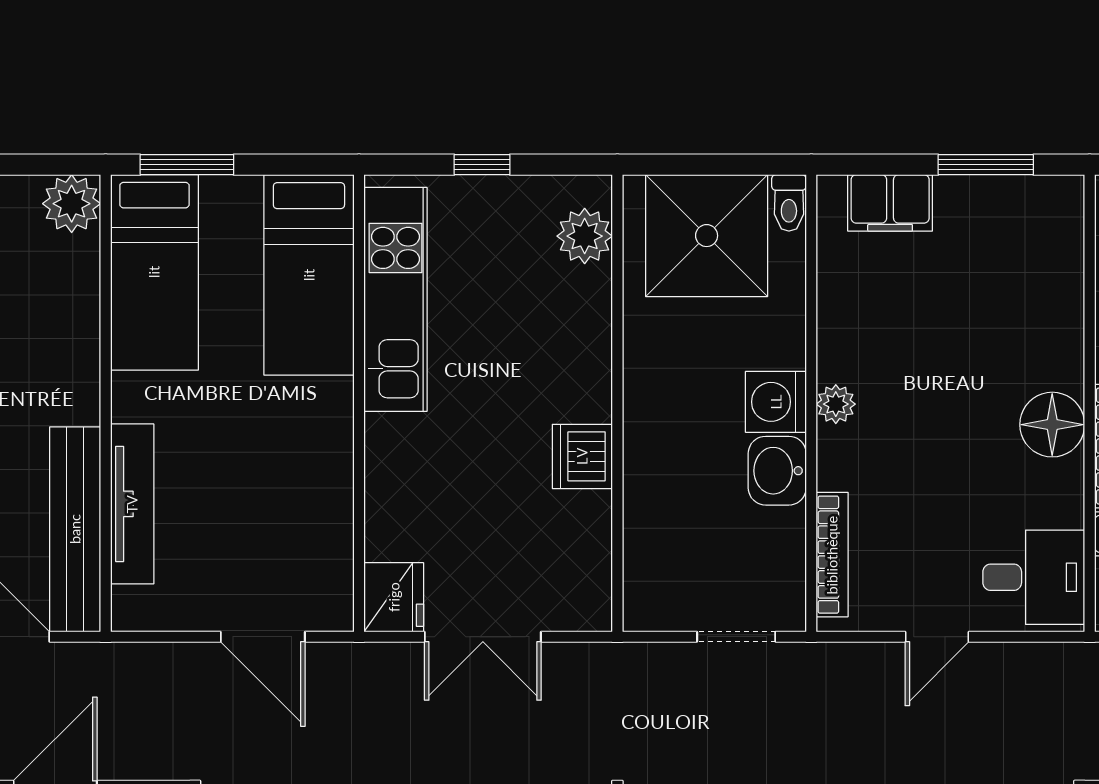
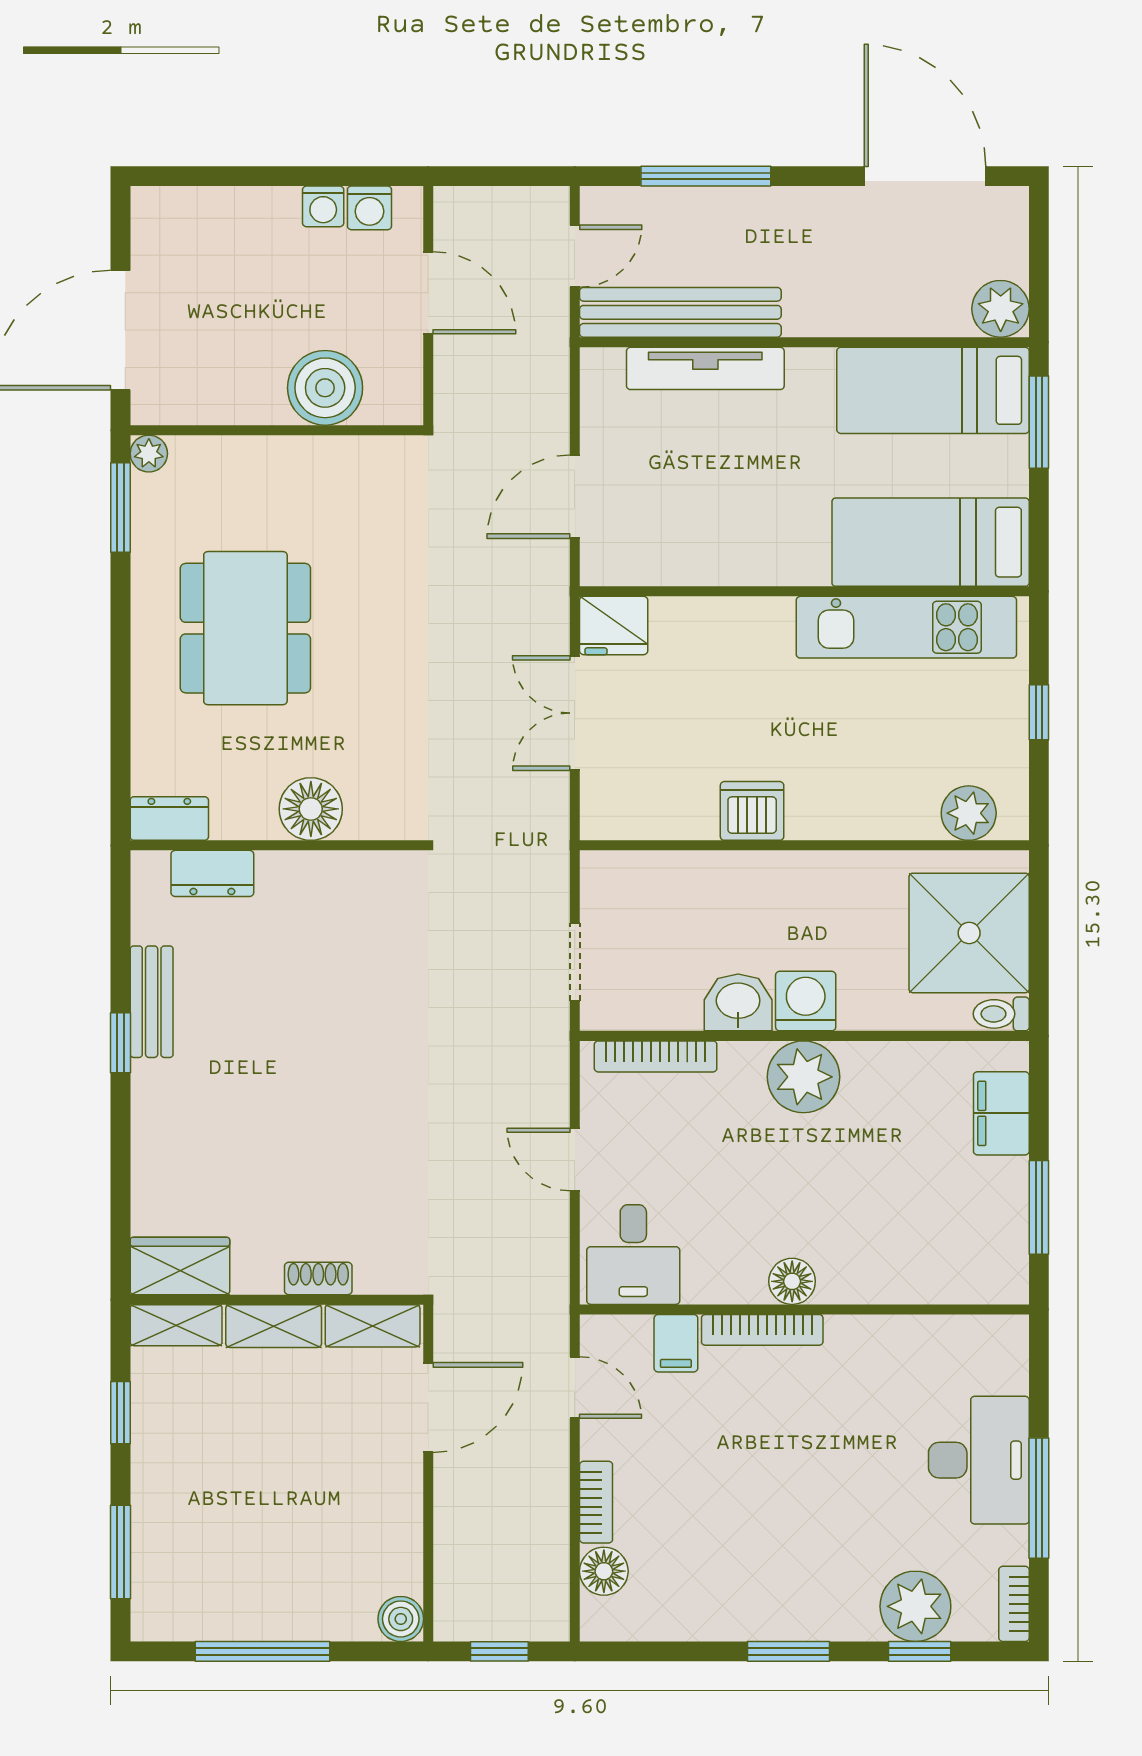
plant: (836, 404) -> (803, 1077), width x1.88, depth x1.88
floor lamp: (1052, 425) -> (792, 1281), width x0.73, depth x0.73

